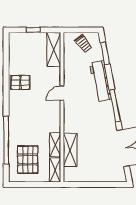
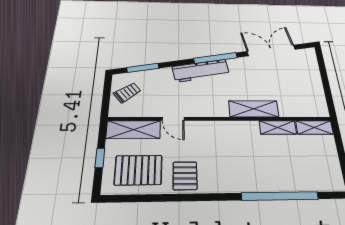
workbench: (100, 81) -> (201, 71), moved
door: (62, 93) -> (173, 119), moved
shelving: (70, 150) -> (254, 109), moved
pallet: (28, 160) -> (138, 170), moved

